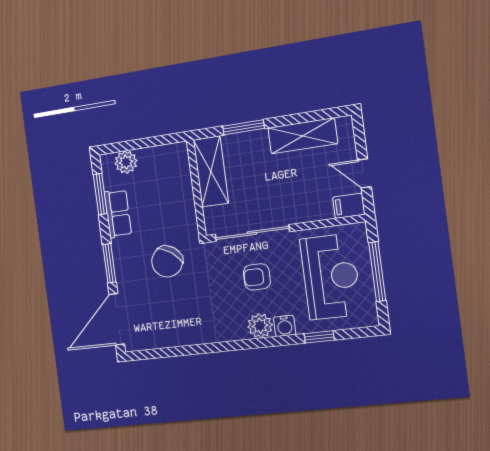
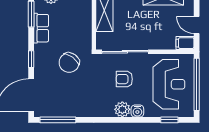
window: (109, 263) -> (31, 59), width x0.67
window: (377, 272) -> (197, 84), width x1.46
window: (319, 337) -> (169, 120), moved
window: (162, 353) -> (58, 120), added

